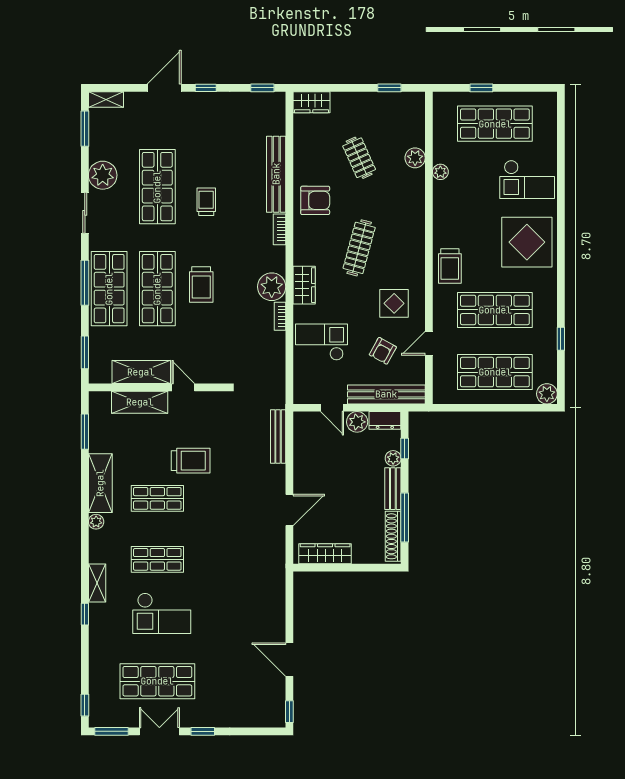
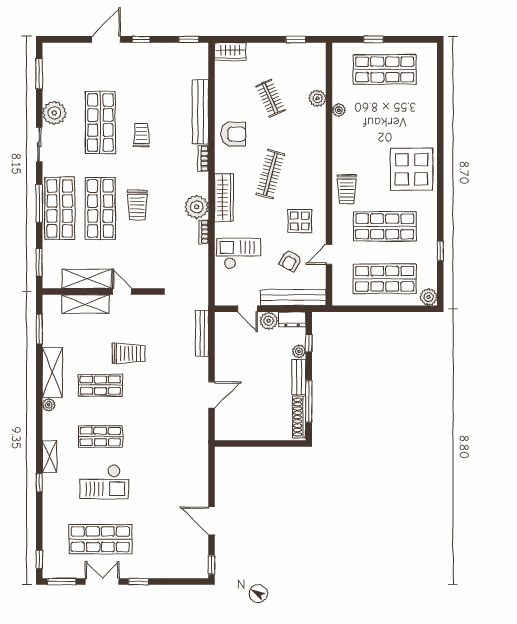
shelving: (106, 99) -> (57, 49), removed
checkout: (527, 179) -> (412, 116), removed
wardrobe: (304, 285) -> (224, 198), width x1.50
wardrobe: (325, 554) -> (242, 432), removed

